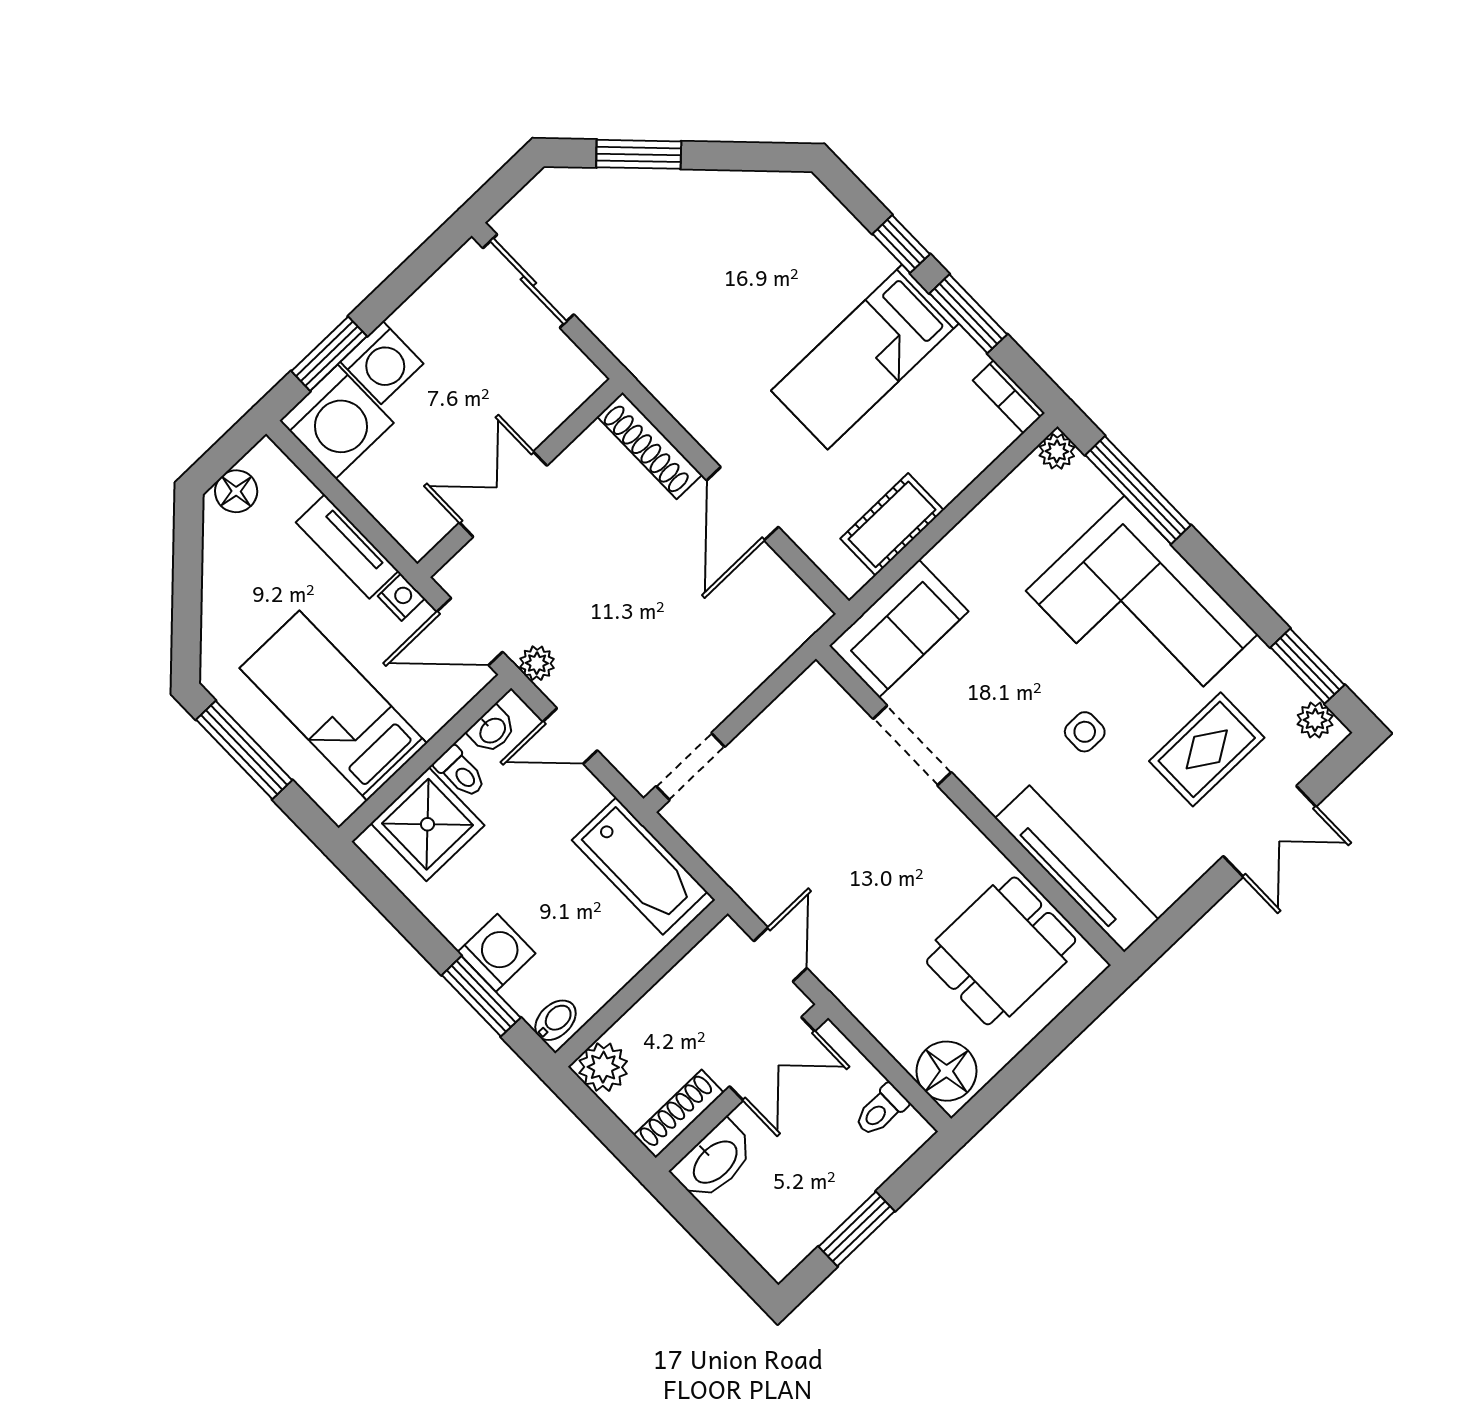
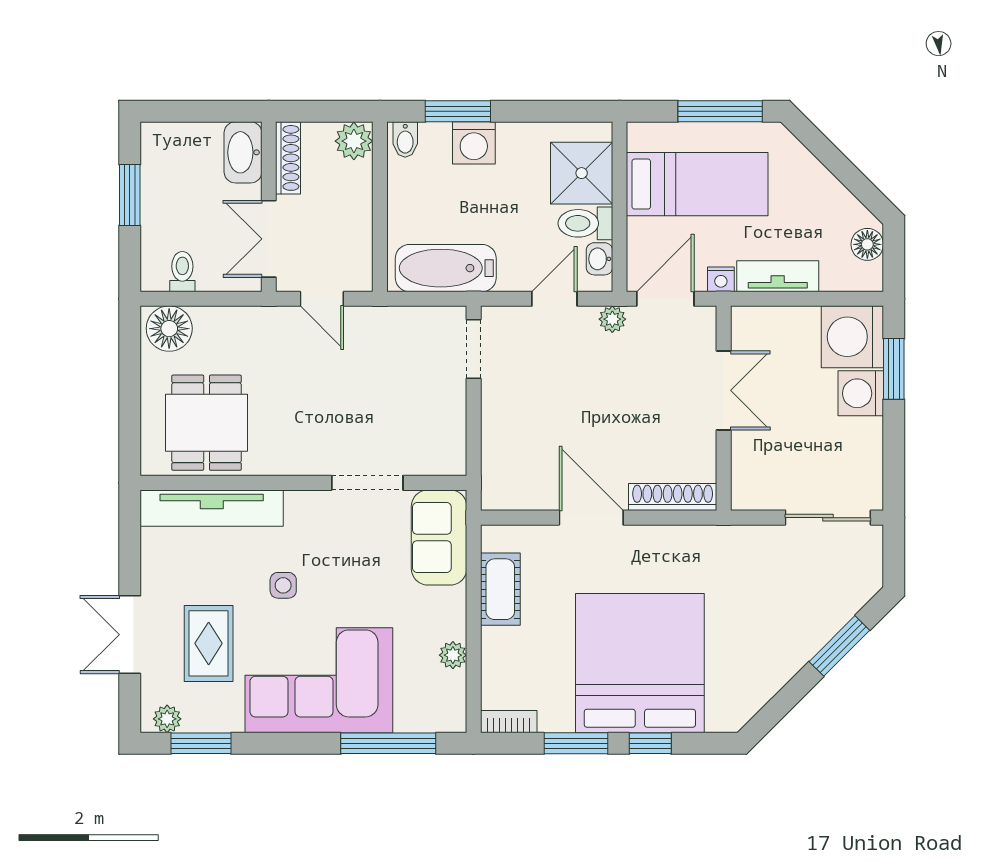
bed: (865, 357) -> (640, 663), width x2.04
plant: (1057, 451) -> (453, 655), moved
toilet: (460, 772) -> (585, 223), width x1.37, depth x1.39

